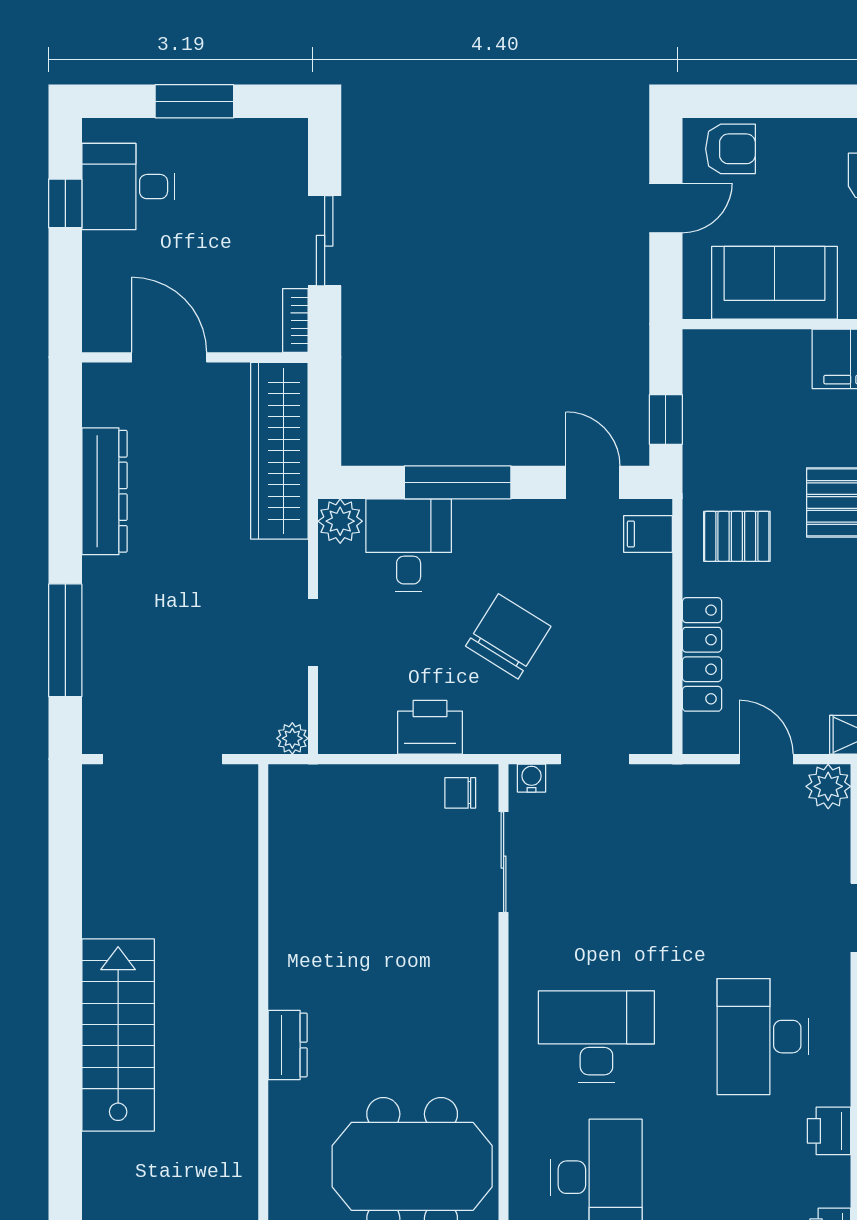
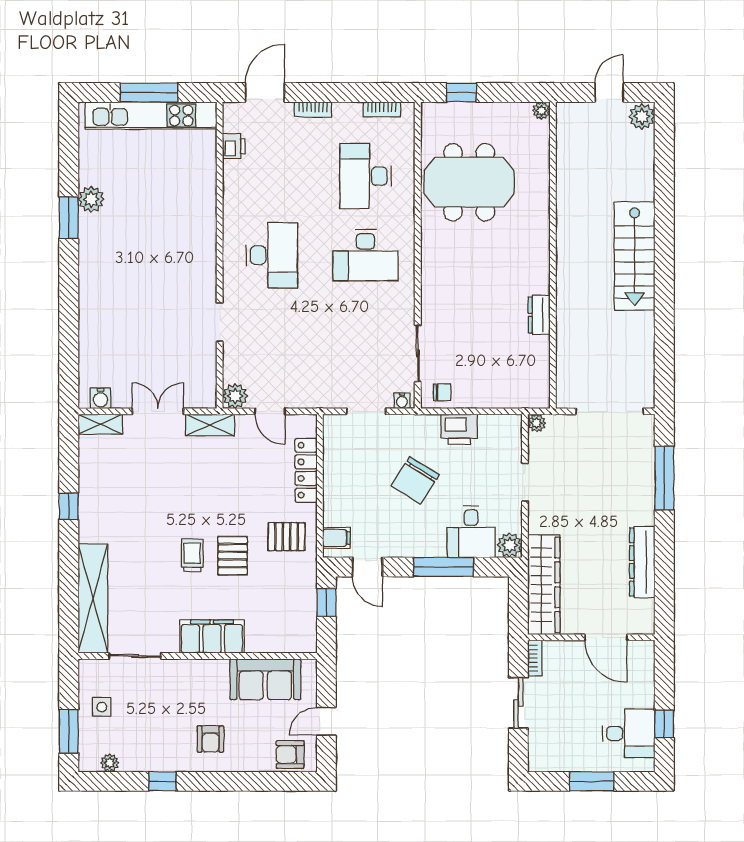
dresser: (288, 1045) -> (539, 315), moved
printer: (829, 1131) -> (235, 202), removed

